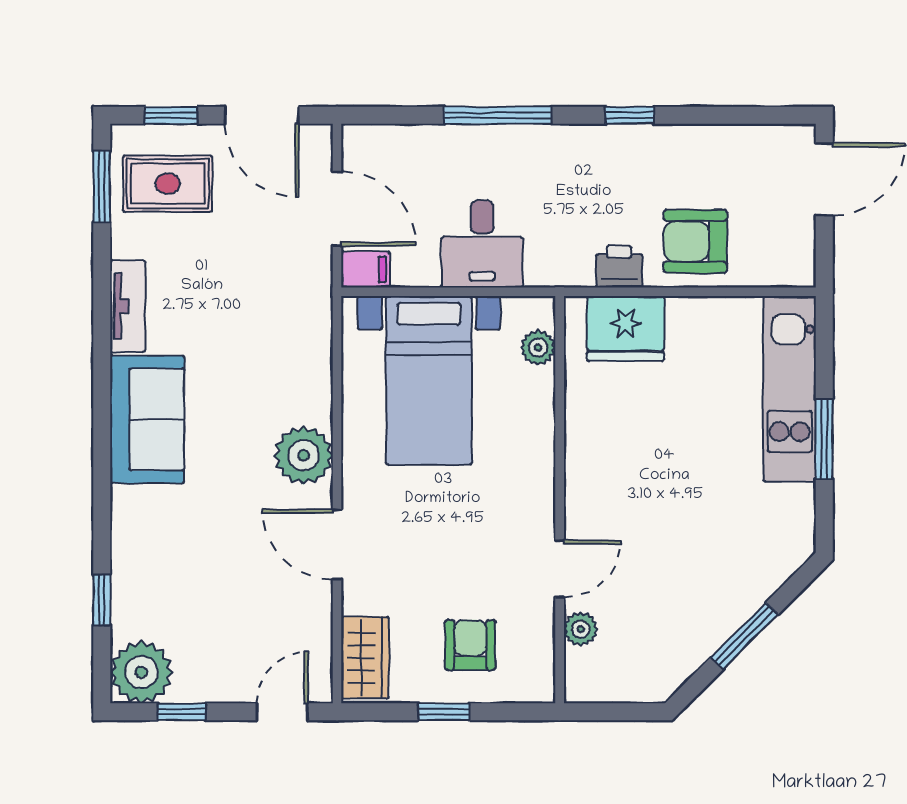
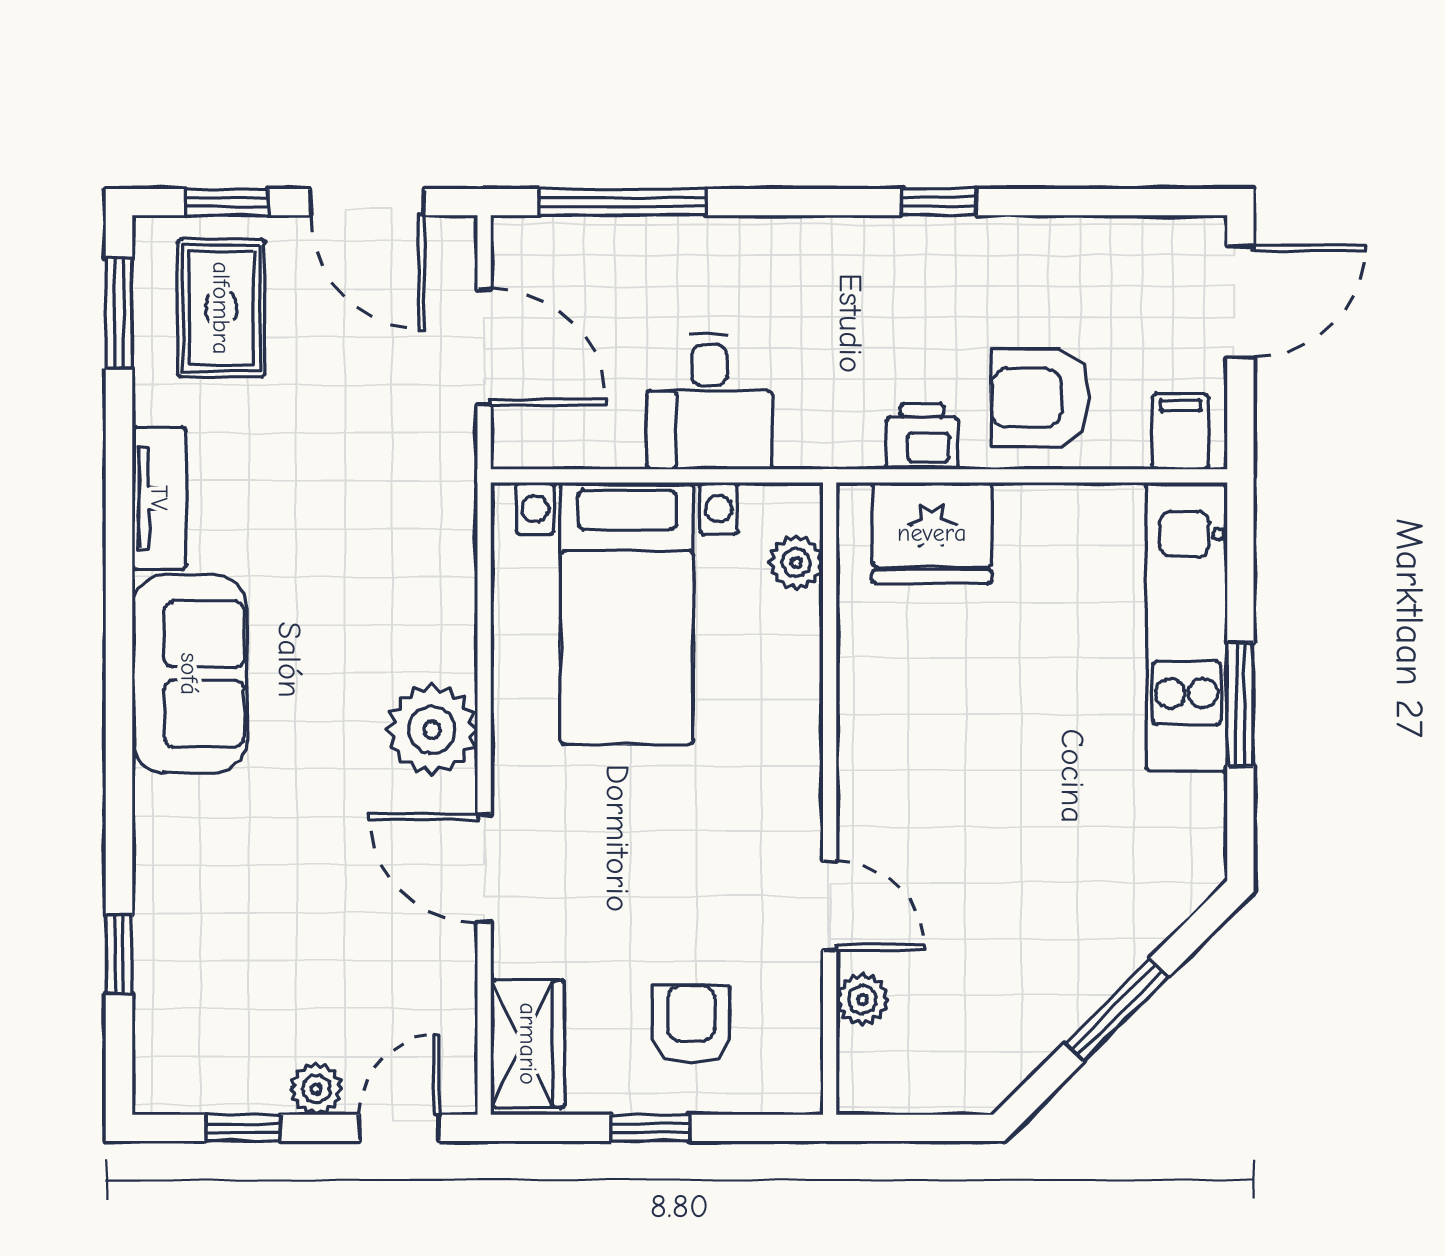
window: (498, 115) -> (623, 202), moved
rug: (168, 184) -> (221, 308), turned 90
filing cabinet: (365, 269) -> (1180, 432), moved, turned -90
door: (560, 569) -> (830, 906), hinge flipped
plant: (141, 672) -> (316, 1089), moved, width x0.53, depth x0.53

